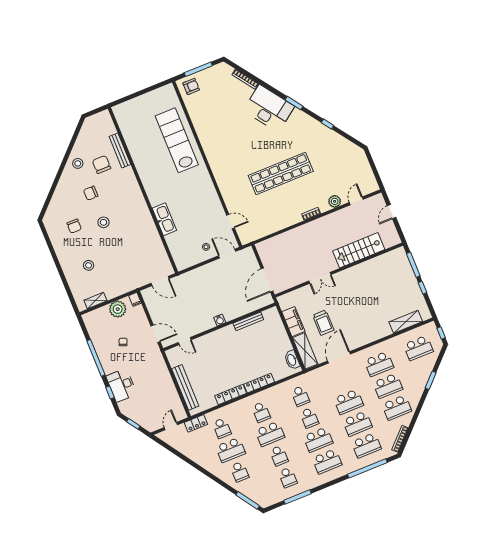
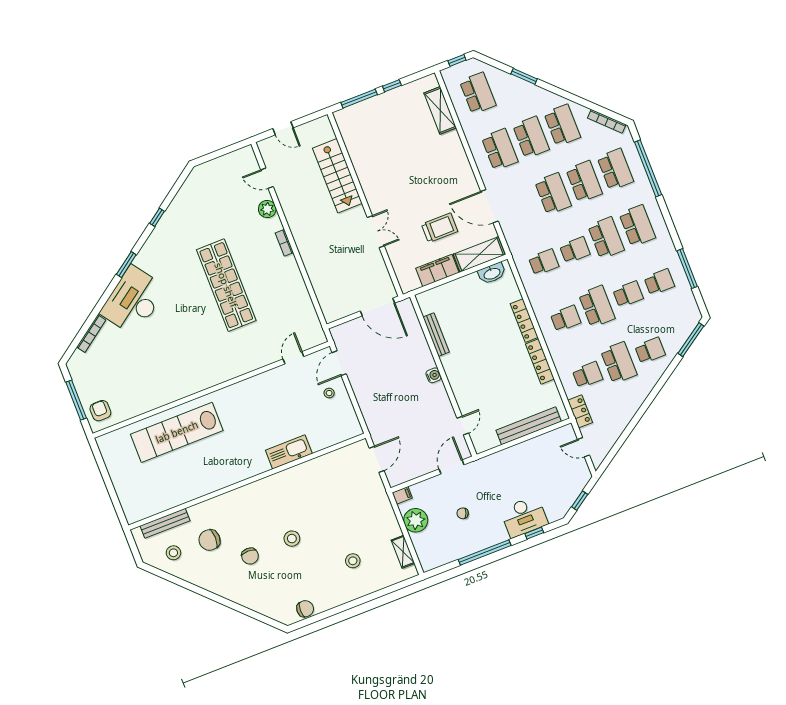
bench: (120, 150) -> (165, 523), moved
stool: (78, 163) -> (173, 553), moved
chair: (74, 226) -> (305, 609), moved

